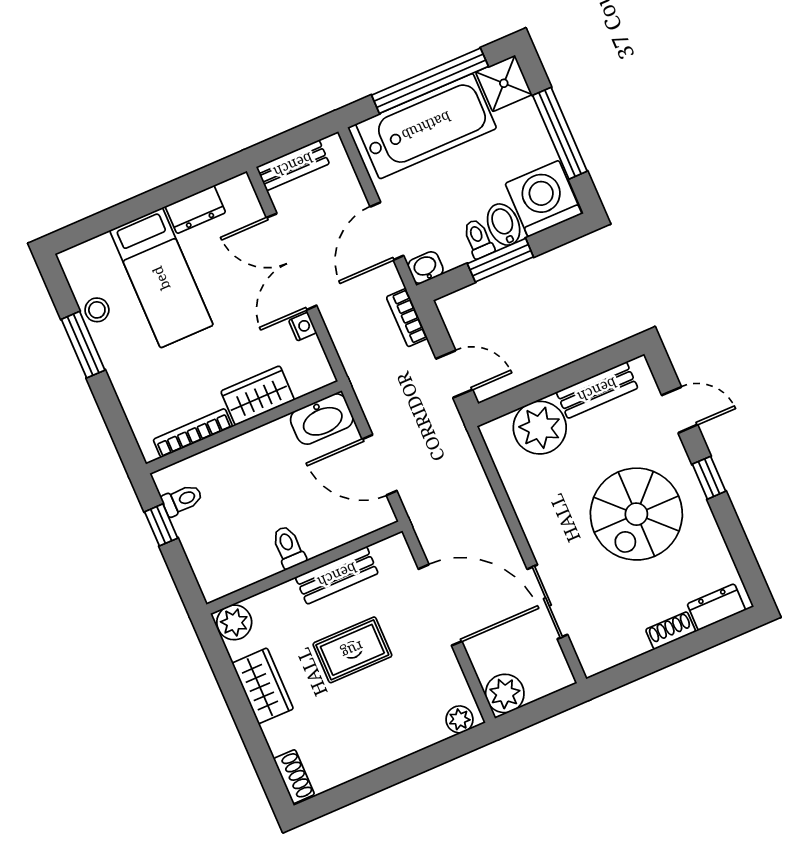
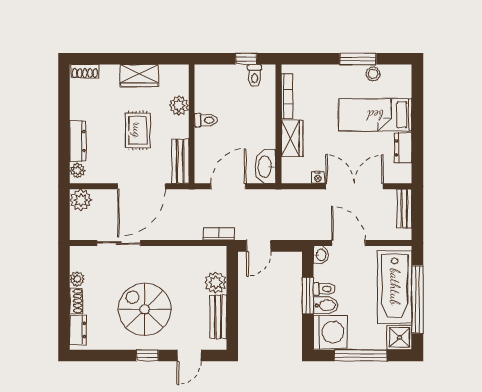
bookcase: (407, 318) -> (219, 234), moved
plant: (540, 428) -> (216, 282), width x0.73, depth x0.73
bench: (337, 575) -> (180, 161), moved
plant: (234, 622) -> (179, 105), moved
plant: (635, 644) -> (77, 279), added
dresser: (412, 739) -> (78, 141), added

